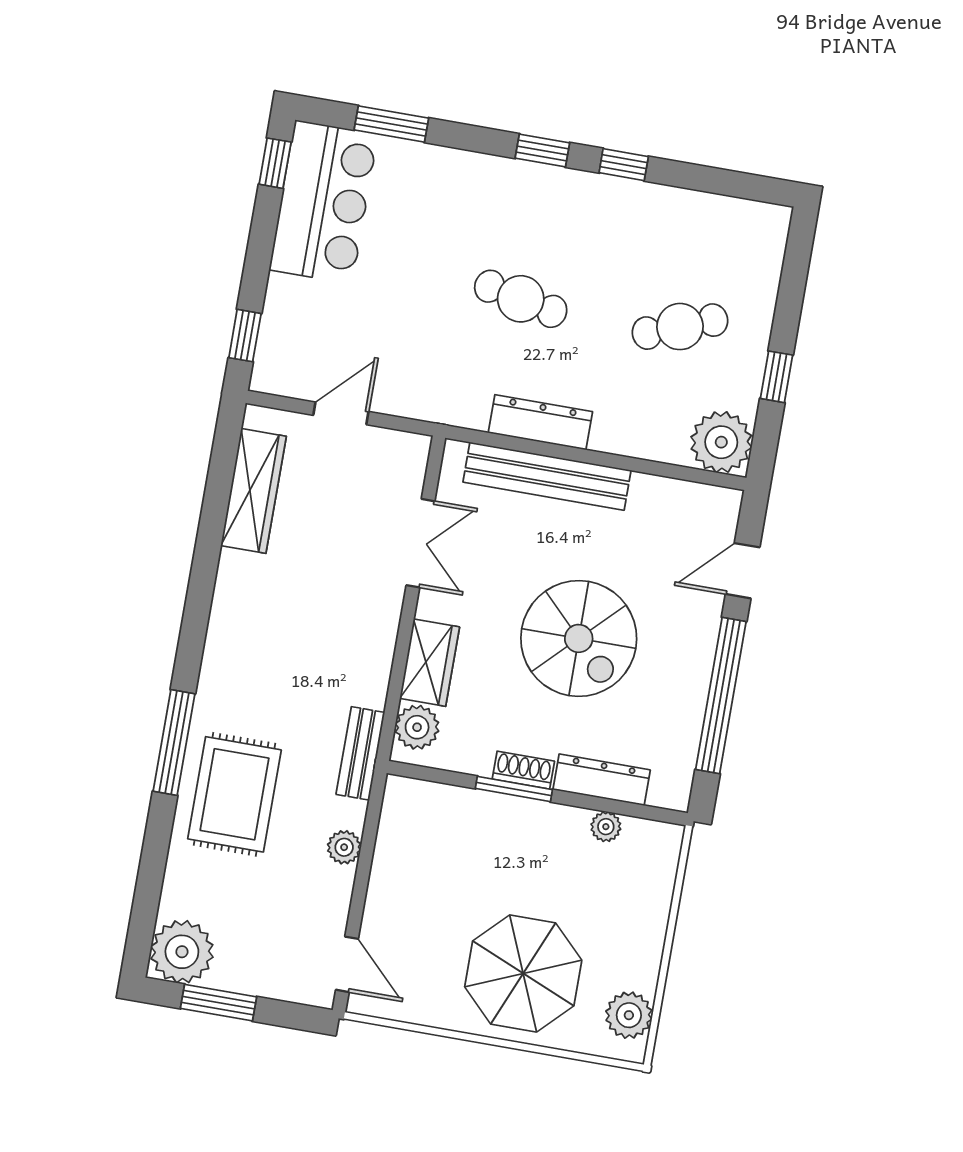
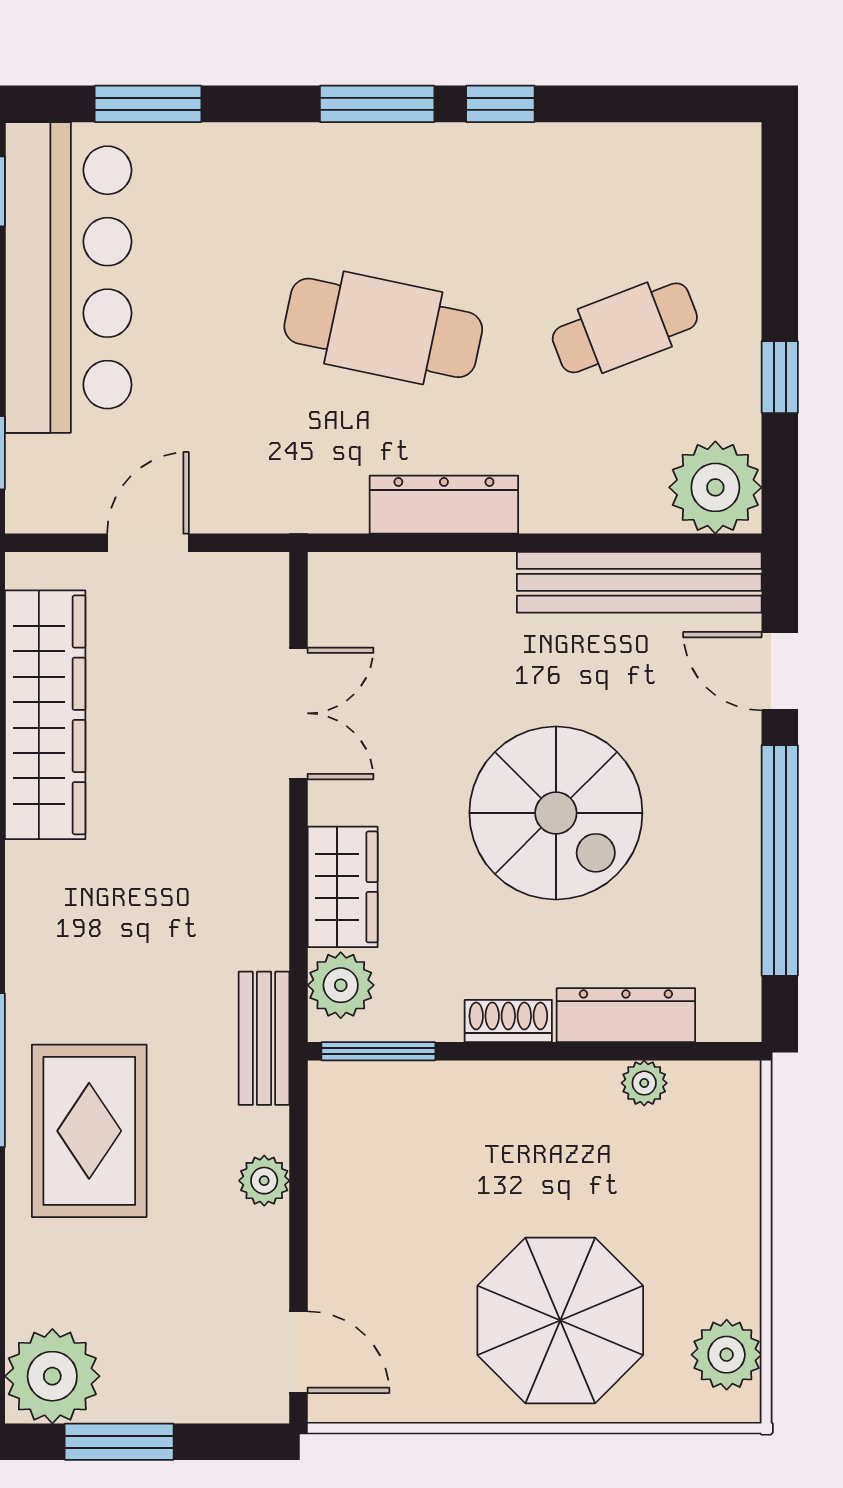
window: (542, 150) -> (377, 104), width x1.50
bar counter: (324, 202) -> (68, 277), width x1.36
cafe table: (521, 299) -> (383, 328), width x1.37, depth x1.35
bench: (547, 476) -> (639, 582), moved
wardrobe: (254, 491) -> (45, 715), width x1.40, depth x1.17
door: (743, 571) -> (780, 671), hinge flipped
window: (514, 789) -> (378, 1051), moved

